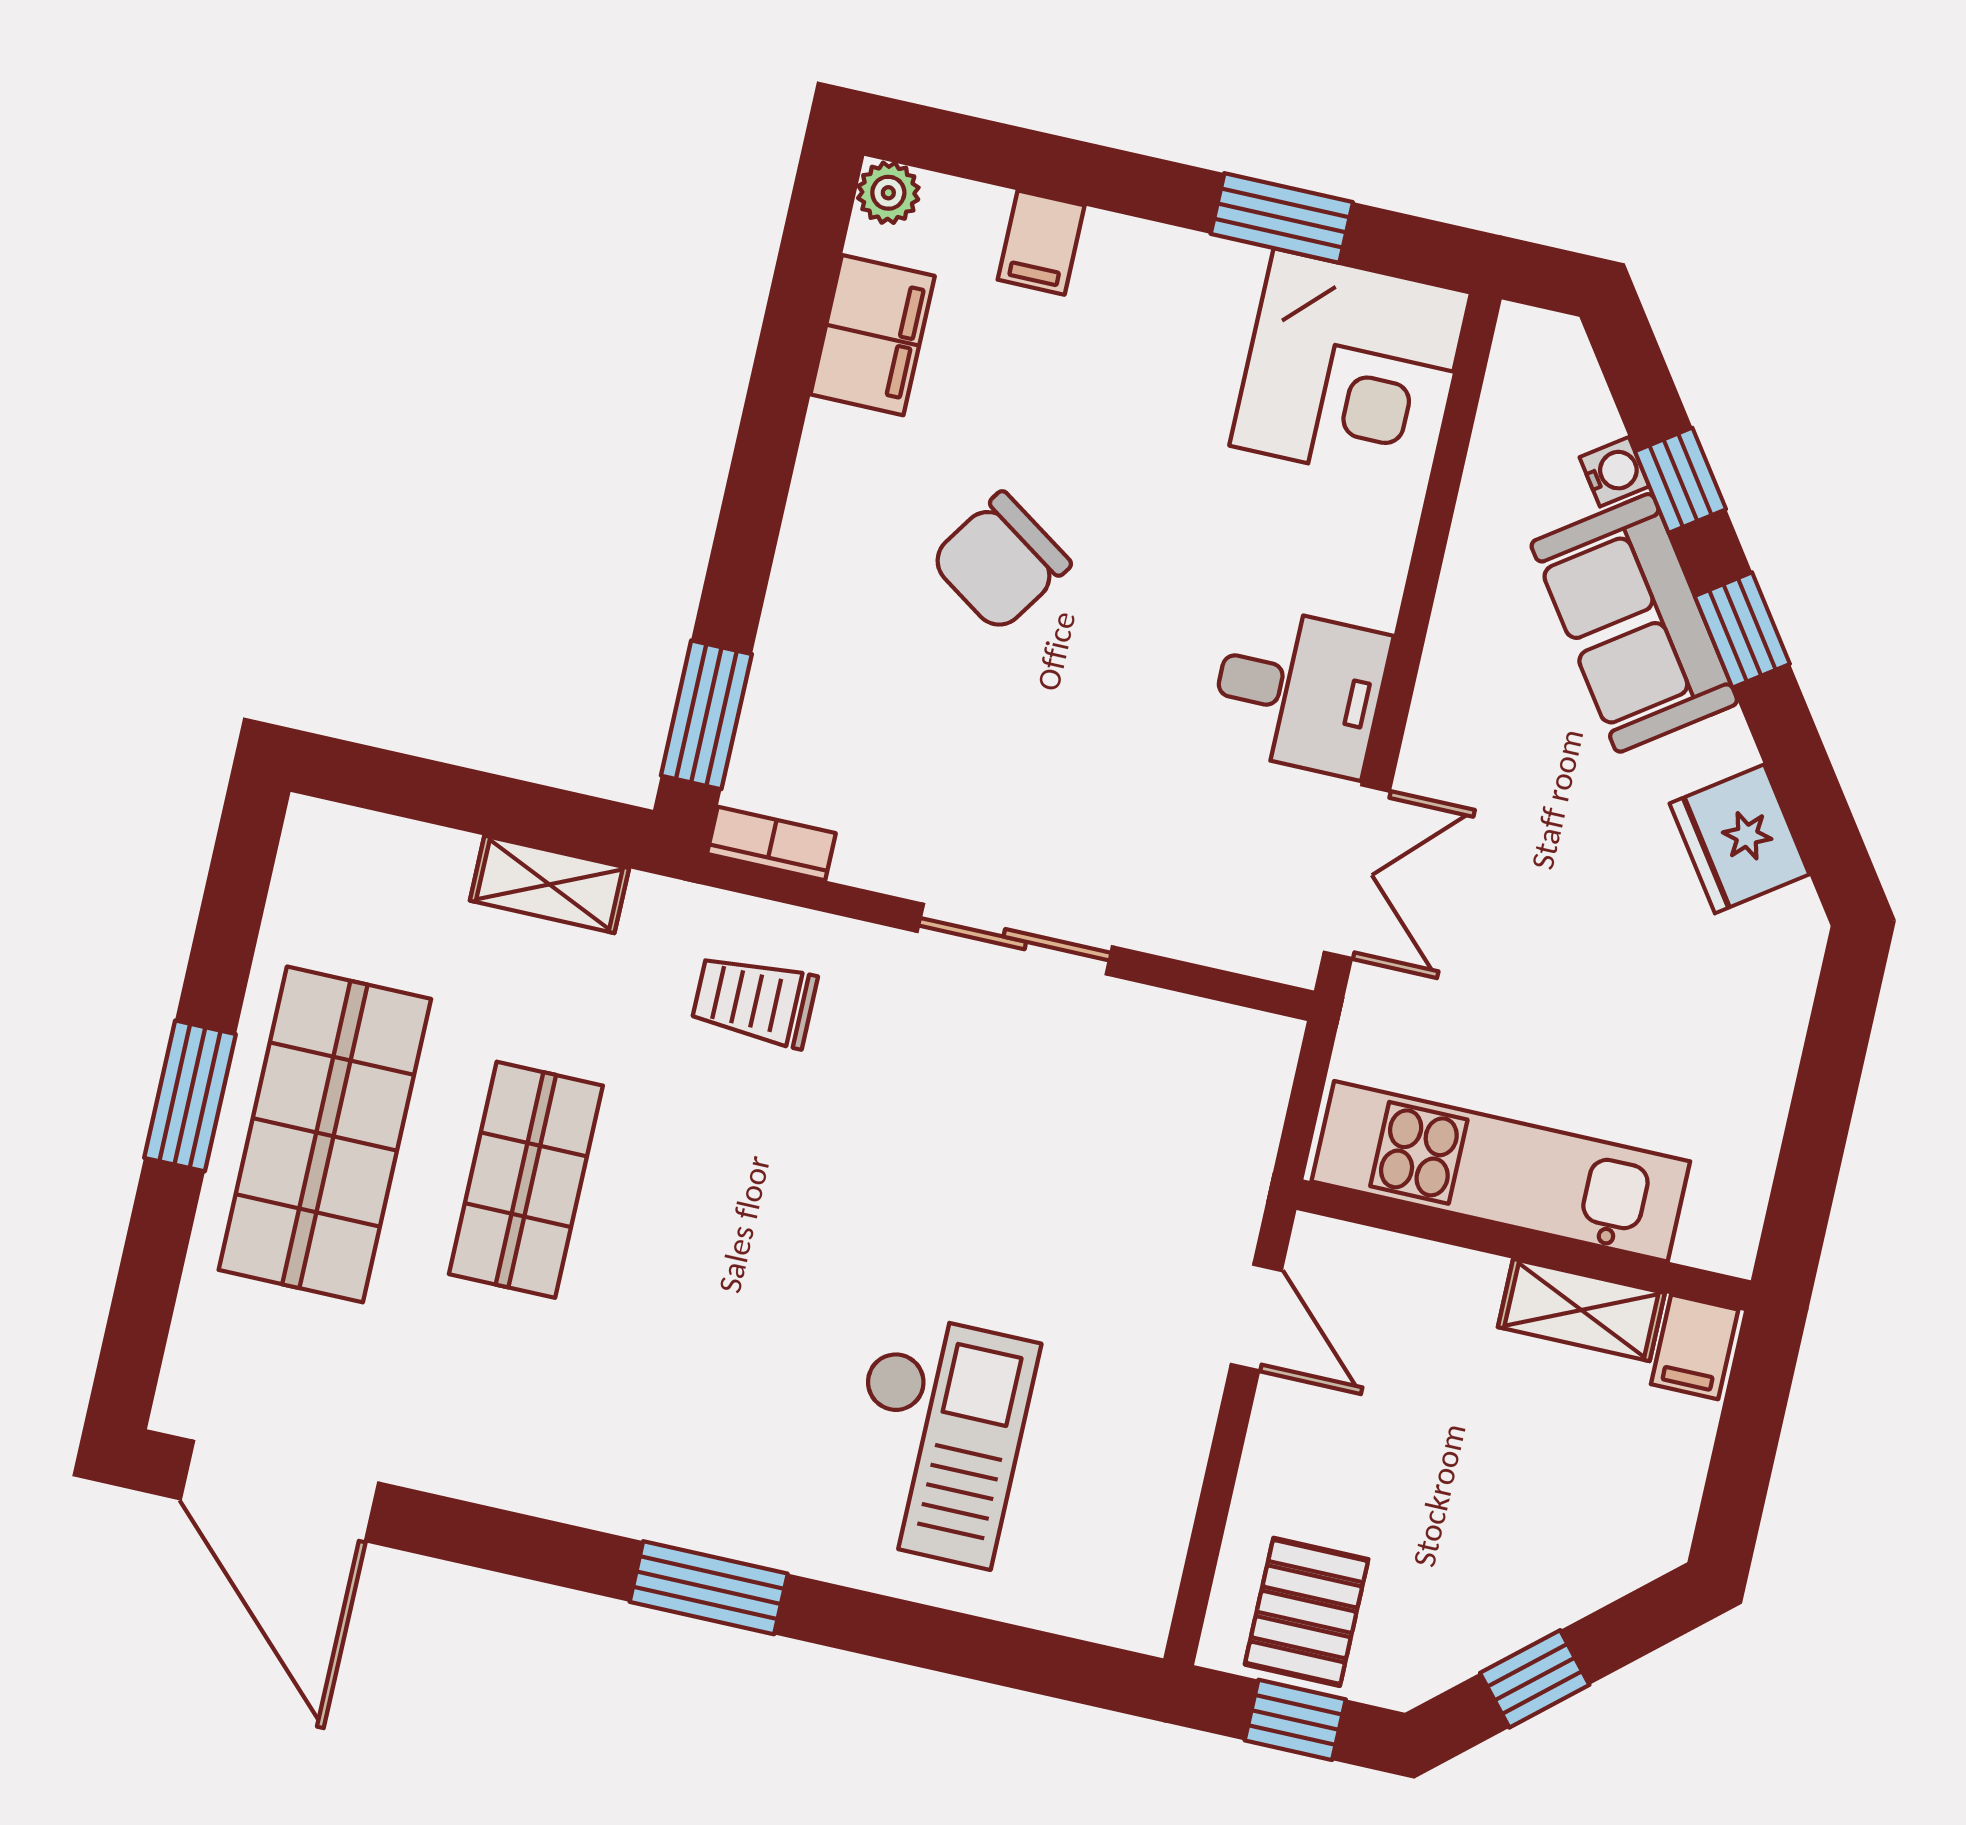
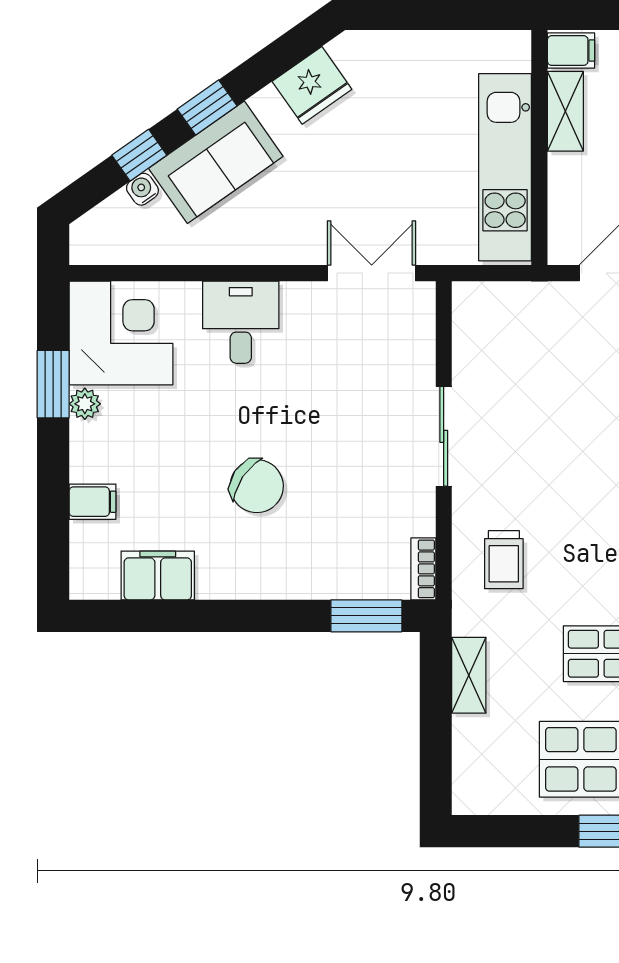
plant: (888, 193) -> (85, 404), moved
desk: (1299, 691) -> (241, 322), moved

